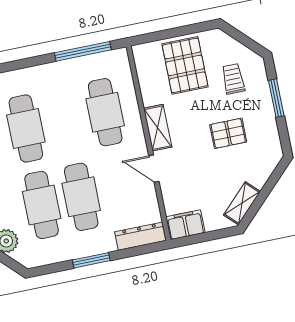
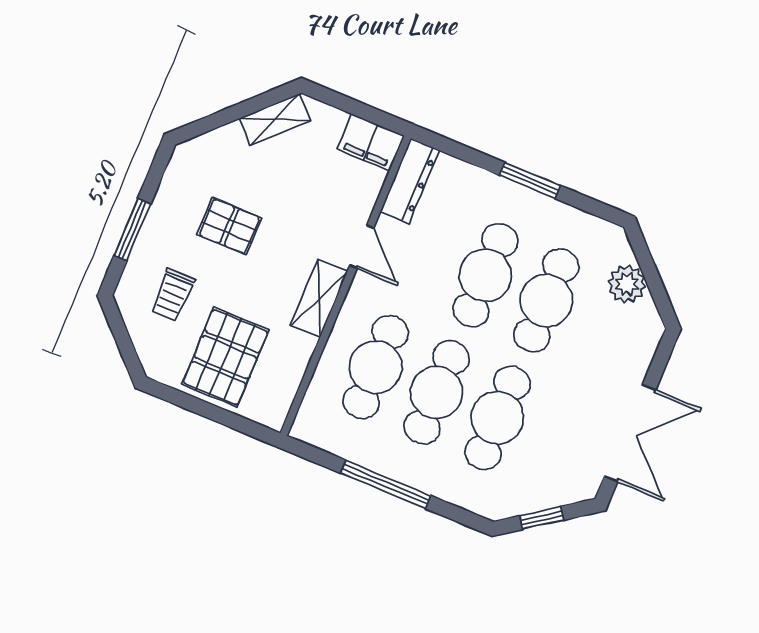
window: (83, 51) -> (386, 484), moved
cafe table: (66, 120) -> (437, 392), added
dresser: (141, 236) -> (410, 181), moved, turned -90

